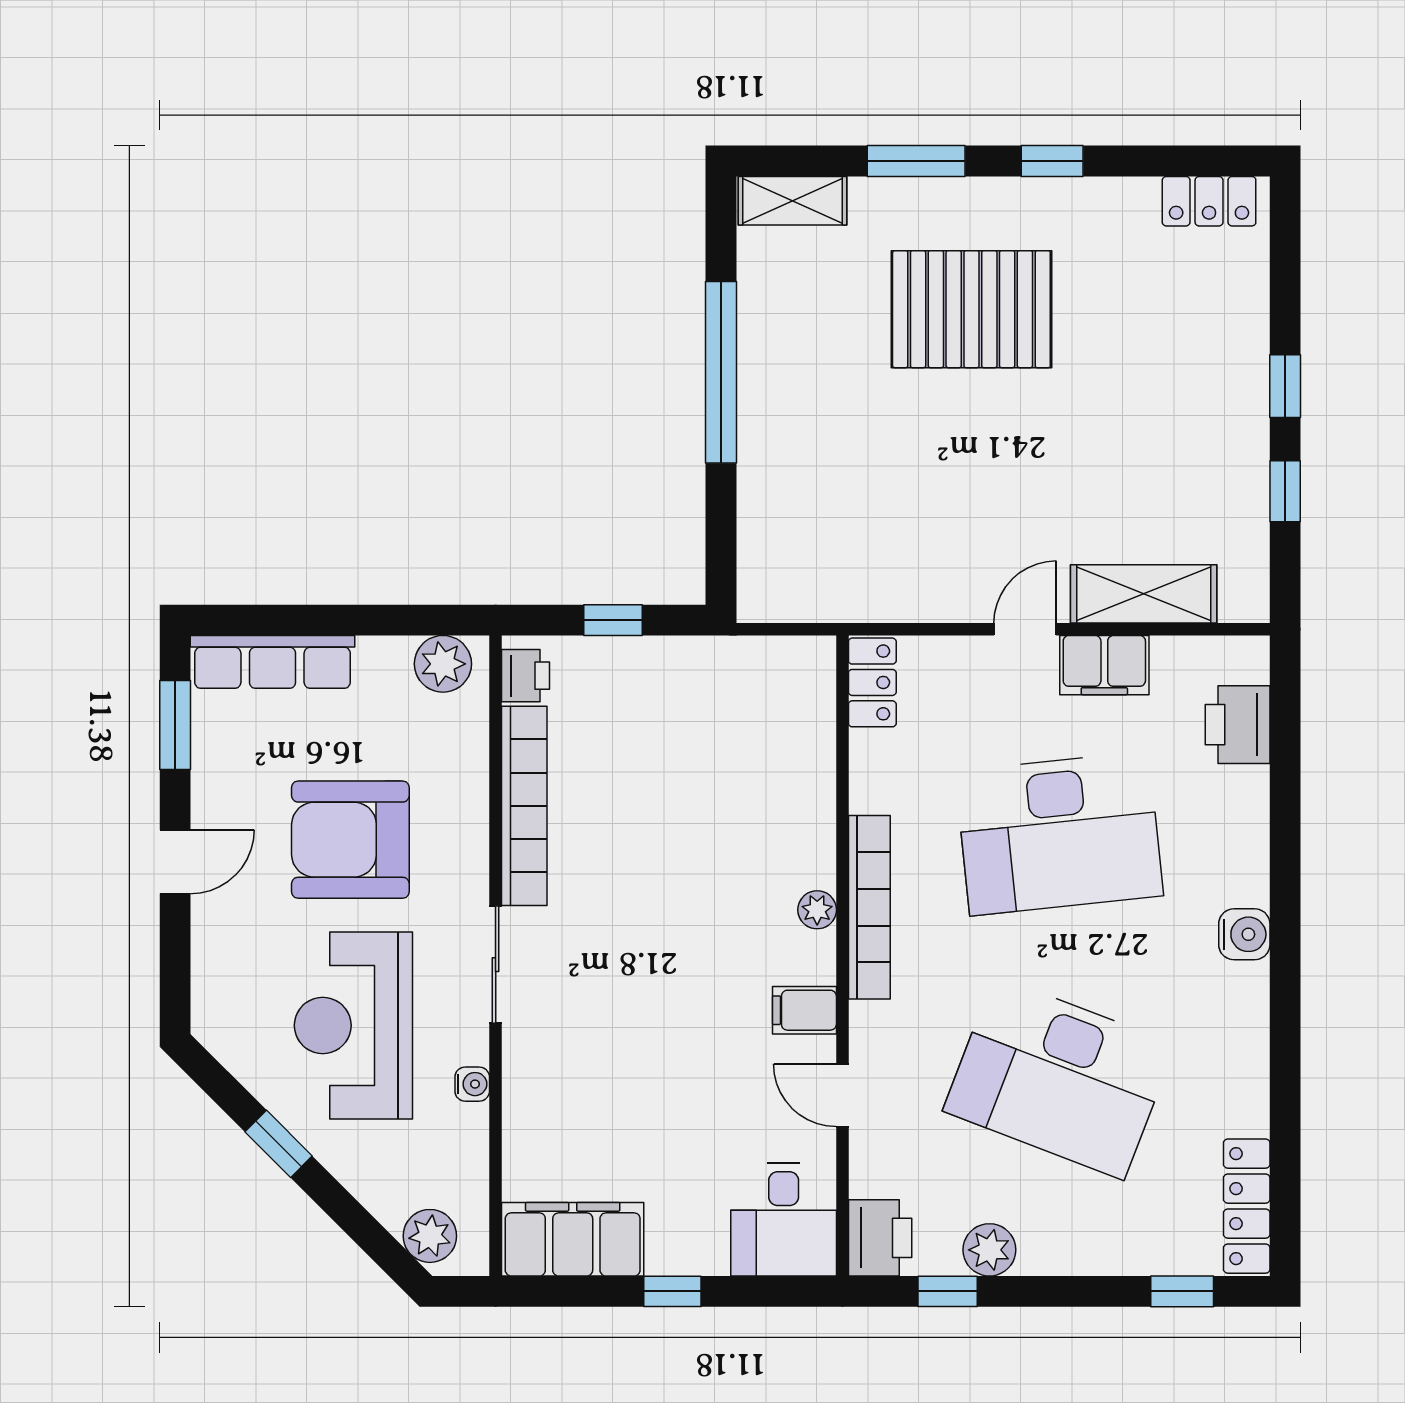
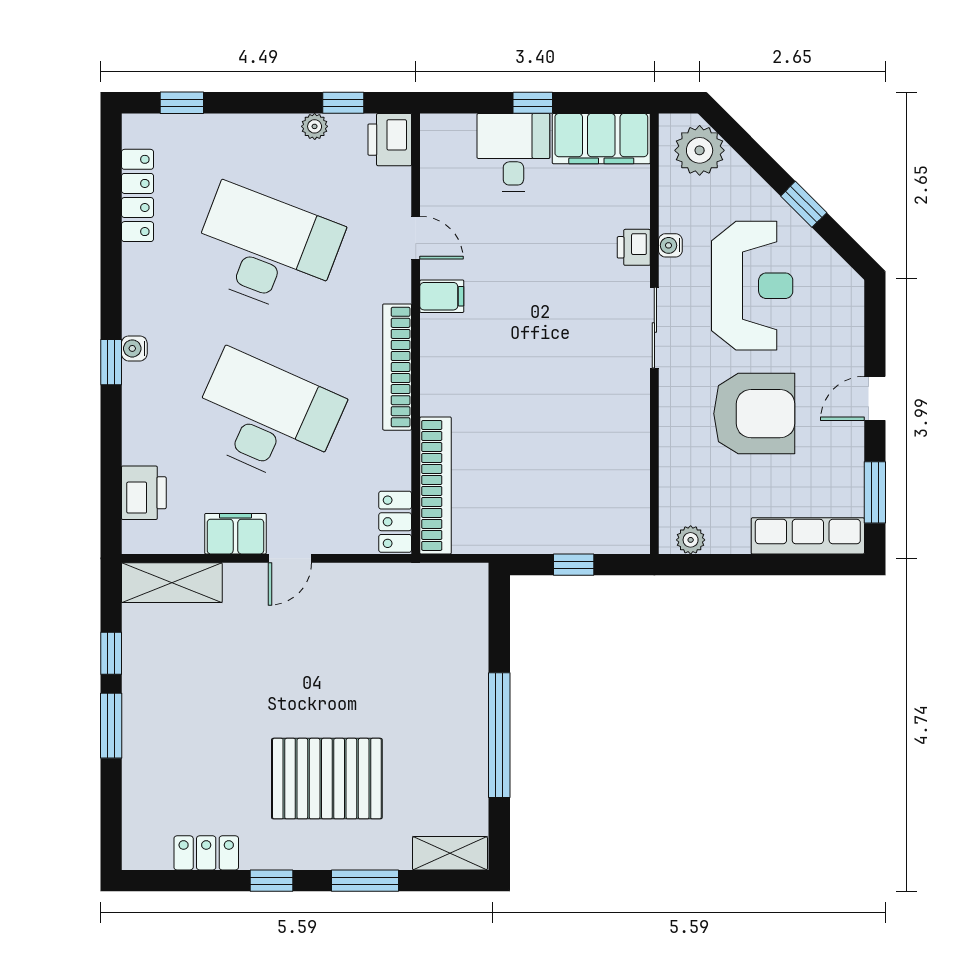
locker: (1209, 201) -> (206, 853), moved
window: (1285, 386) -> (111, 726), width x1.50
shelving: (1144, 594) -> (172, 583), moved
plant: (443, 664) -> (691, 540), width x0.73, depth x0.73
printer: (526, 676) -> (634, 247), moved
bookcase: (524, 806) -> (436, 485), moved, turned 180
desk: (1059, 834) -> (267, 418), turned 30
plant: (817, 910) -> (433, 365), removed
window: (1285, 914) -> (111, 362), added
water cooler: (1244, 934) -> (134, 348), width x0.72, depth x0.72
locker: (1247, 1206) -> (138, 195), moved
desk: (784, 1219) -> (513, 152), moved
plant: (430, 1236) -> (700, 150), width x1.36, depth x1.36
plant: (989, 1250) -> (315, 126), width x0.73, depth x0.73

